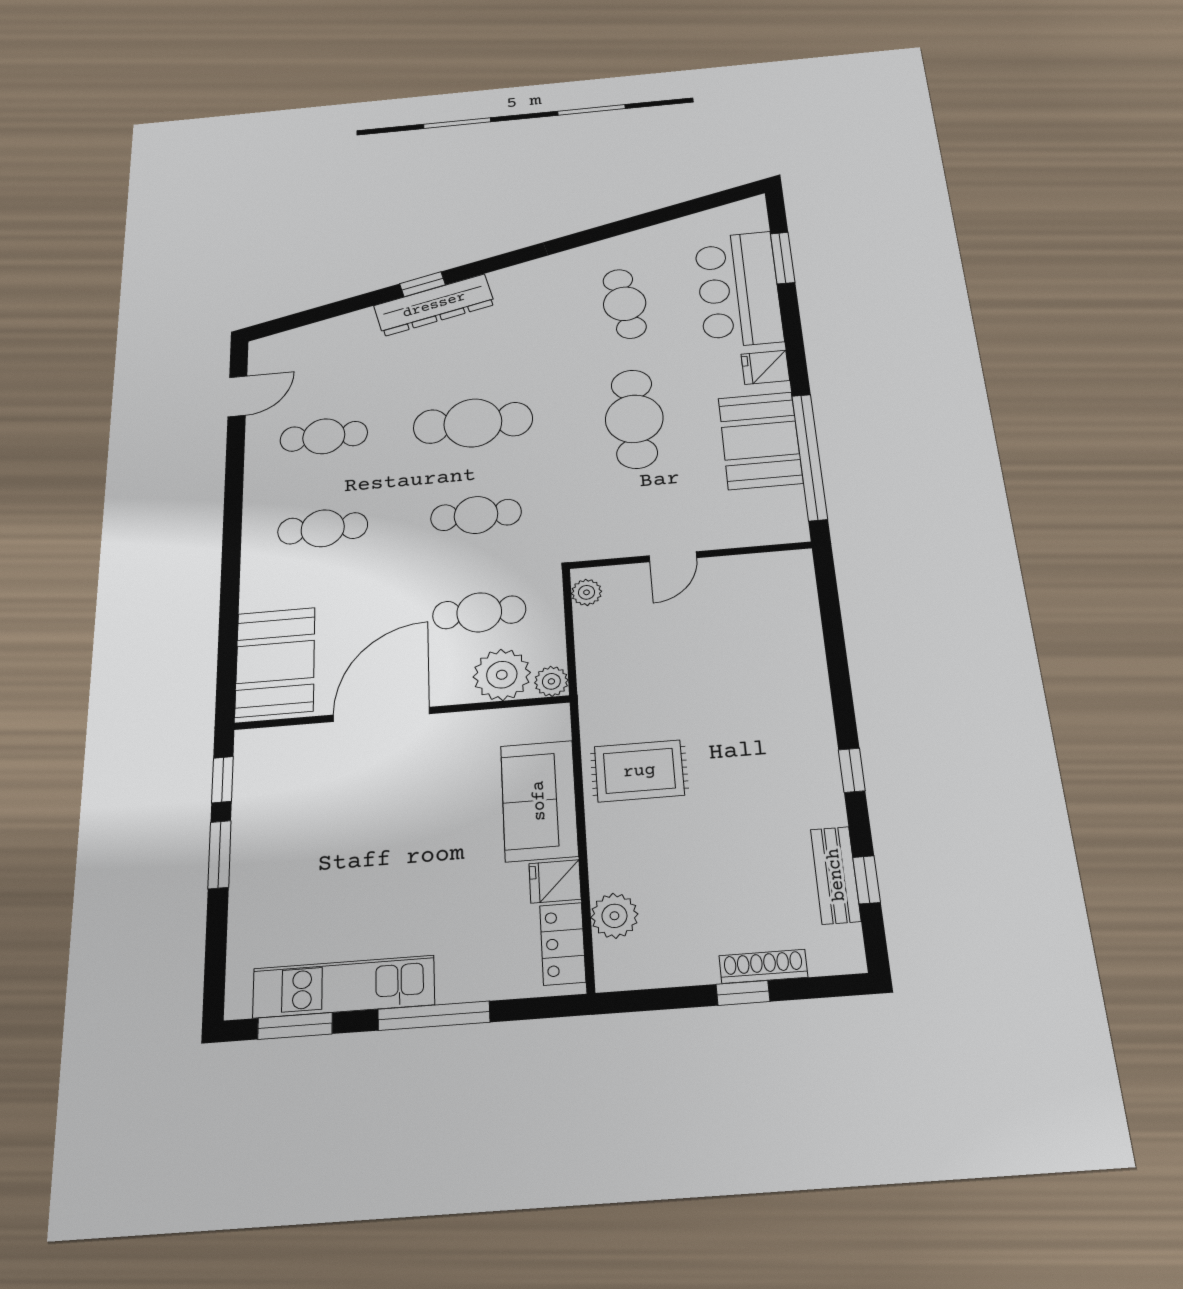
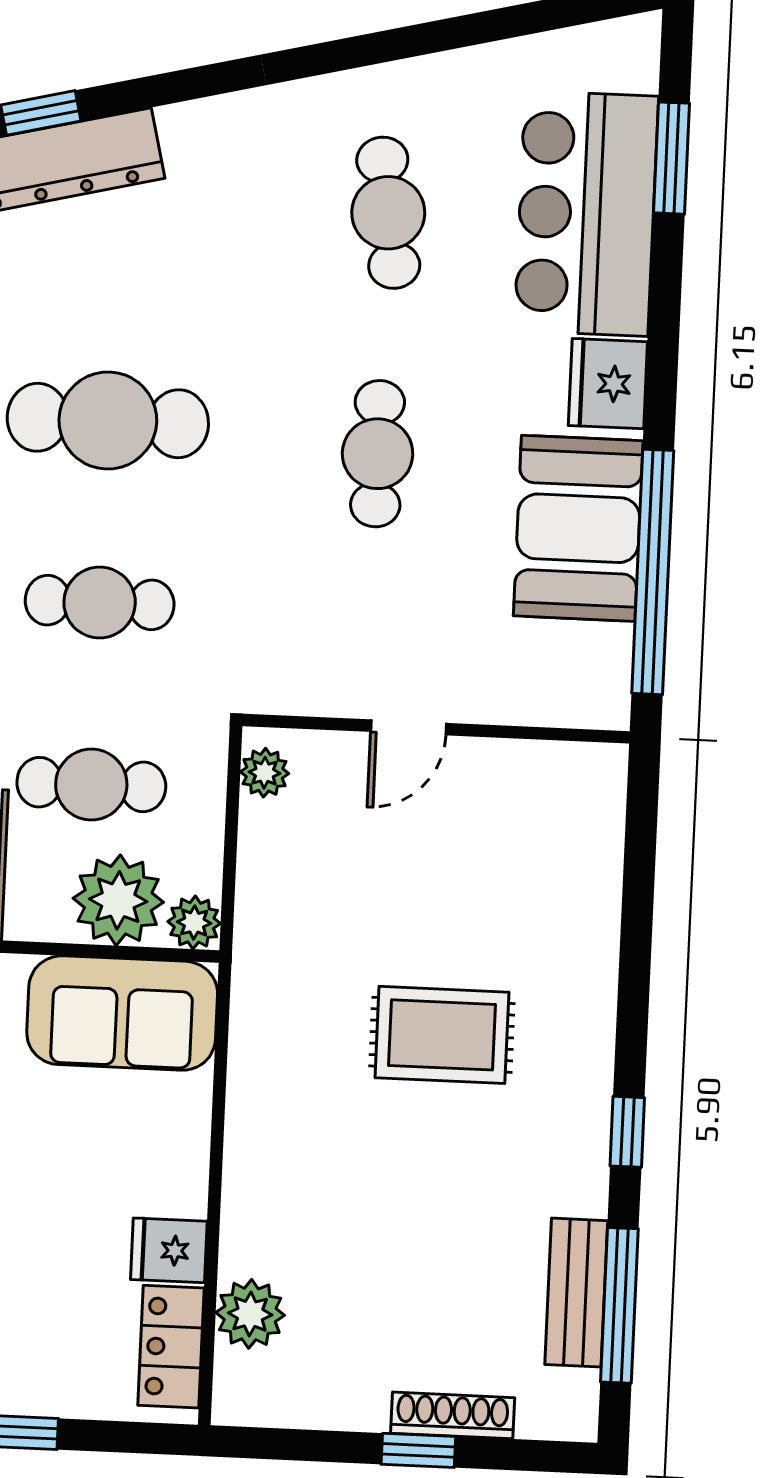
fridge: (765, 367) -> (608, 384), width x1.38
cafe table: (634, 419) -> (378, 454), width x0.73, depth x0.74
rug: (639, 771) -> (442, 1035), moved
sofa: (539, 801) -> (122, 1013), moved, turned -90
window: (867, 880) -> (619, 1305), width x2.17

